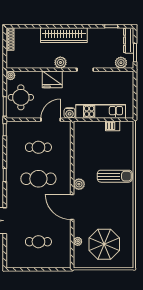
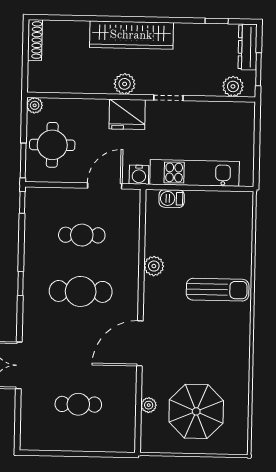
fridge: (52, 79) -> (127, 114), moved
barbecue: (113, 126) -> (172, 199), moved
plant: (79, 184) -> (154, 266), moved
door: (72, 207) -> (140, 343), hinge flipped

